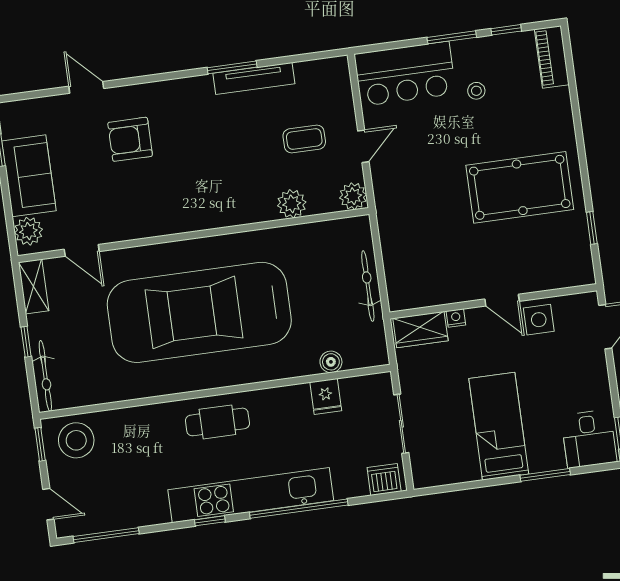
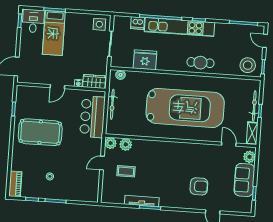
bar counter: (405, 74) -> (92, 117), moved, turned -90
plant: (292, 204) -> (126, 144), moved
door: (502, 300) -> (57, 87), swing flipped
side table: (539, 320) -> (99, 24), moved
boiler: (331, 362) -> (121, 75), moved
bicycle: (45, 376) -> (254, 106), moved
fridge: (326, 396) -> (145, 60), width x1.88, depth x1.34
cafe table: (217, 422) -> (200, 63), moved
bed: (499, 426) -> (54, 33), moved
dishwasher: (384, 479) -> (138, 23), moved

